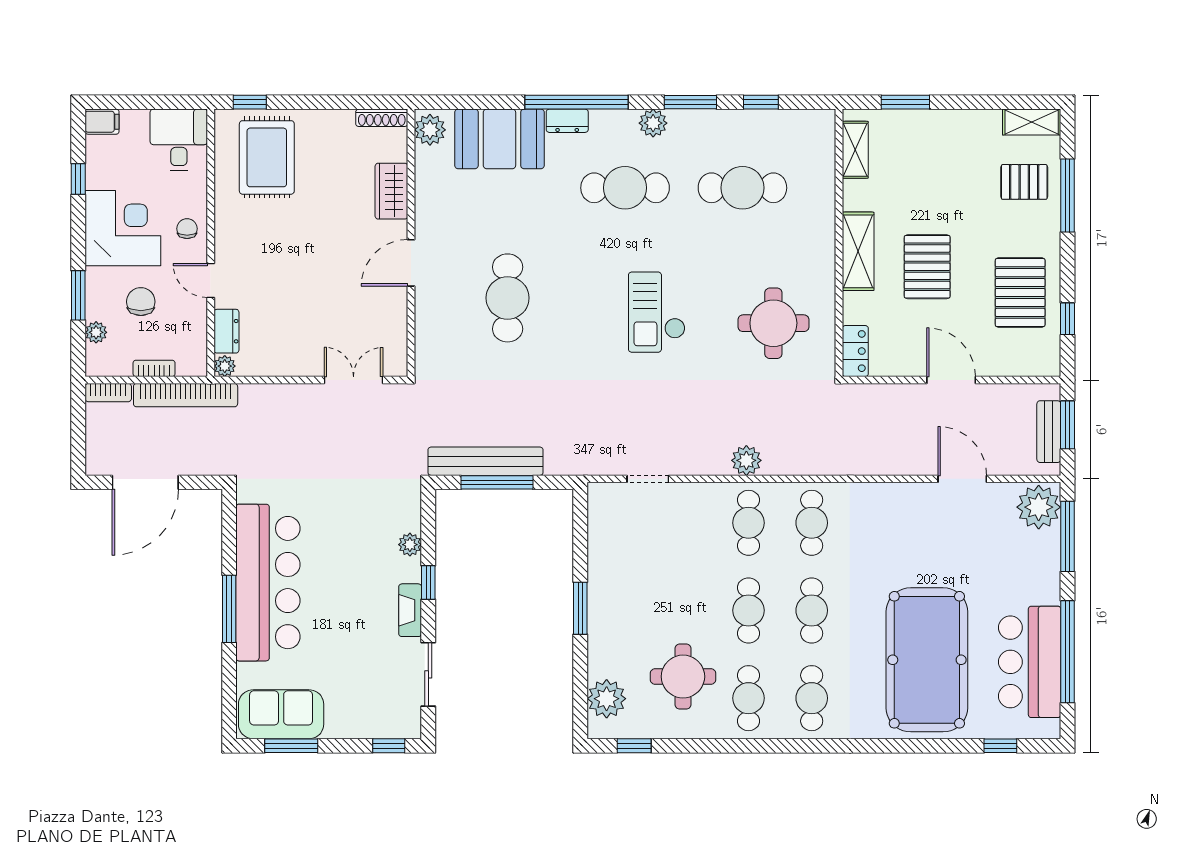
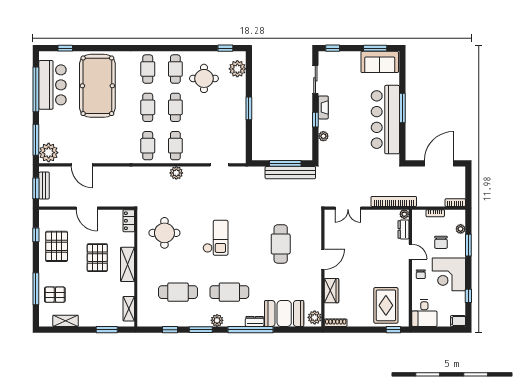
shelving: (1032, 122) -> (66, 321), moved
bookcase: (186, 395) -> (394, 201), moved

